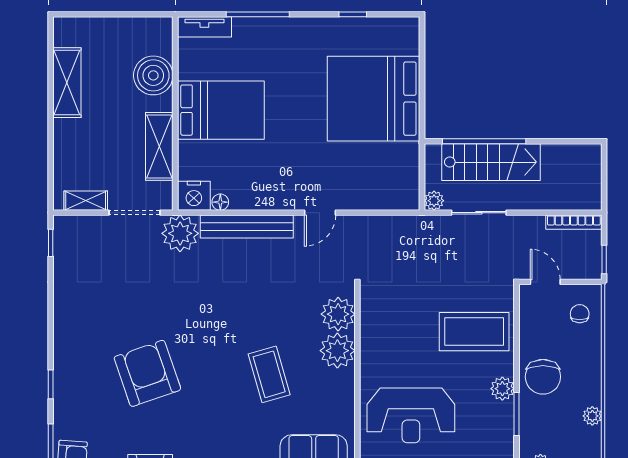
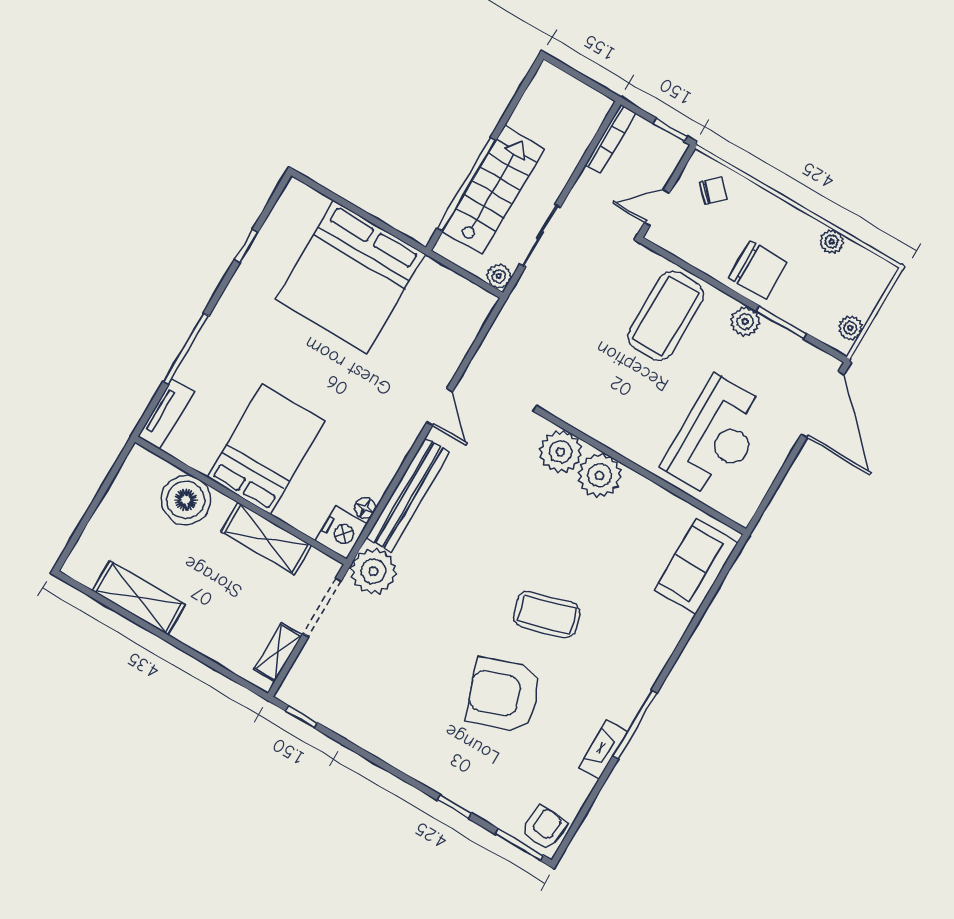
chair: (580, 314) -> (713, 191), turned 135
coffee table: (269, 374) -> (547, 615), moved

